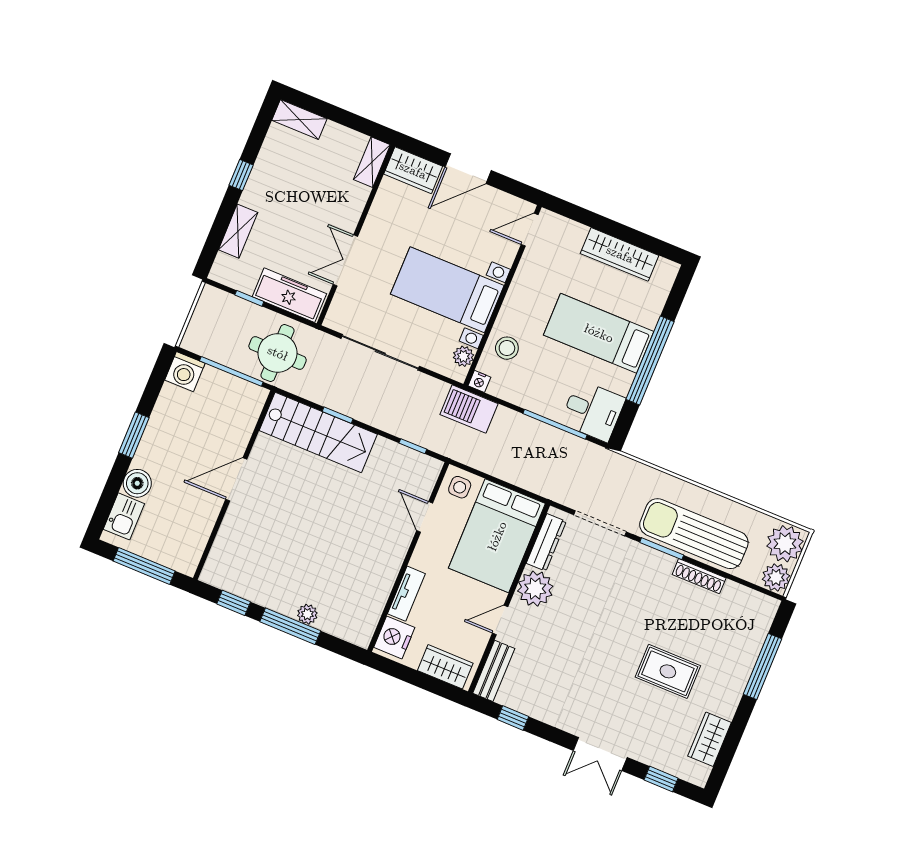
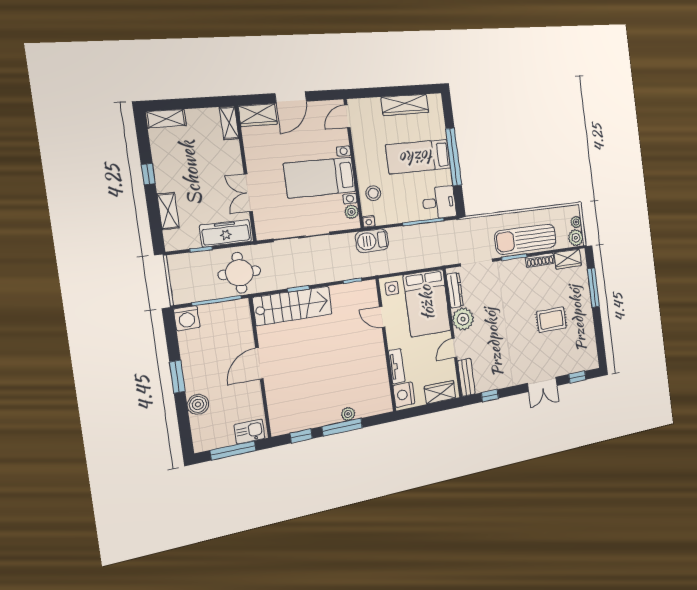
kitchen sink: (124, 516) -> (250, 432), moved, turned -90
plant: (785, 544) -> (576, 222), width x0.53, depth x0.53
wardrobe: (710, 739) -> (568, 259), moved, turned -90

